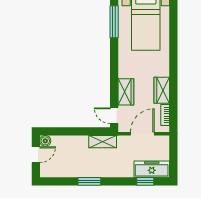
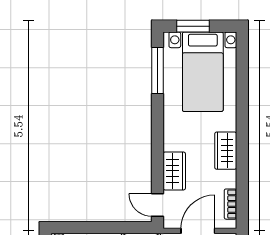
wardrobe: (162, 90) -> (226, 151), moved

